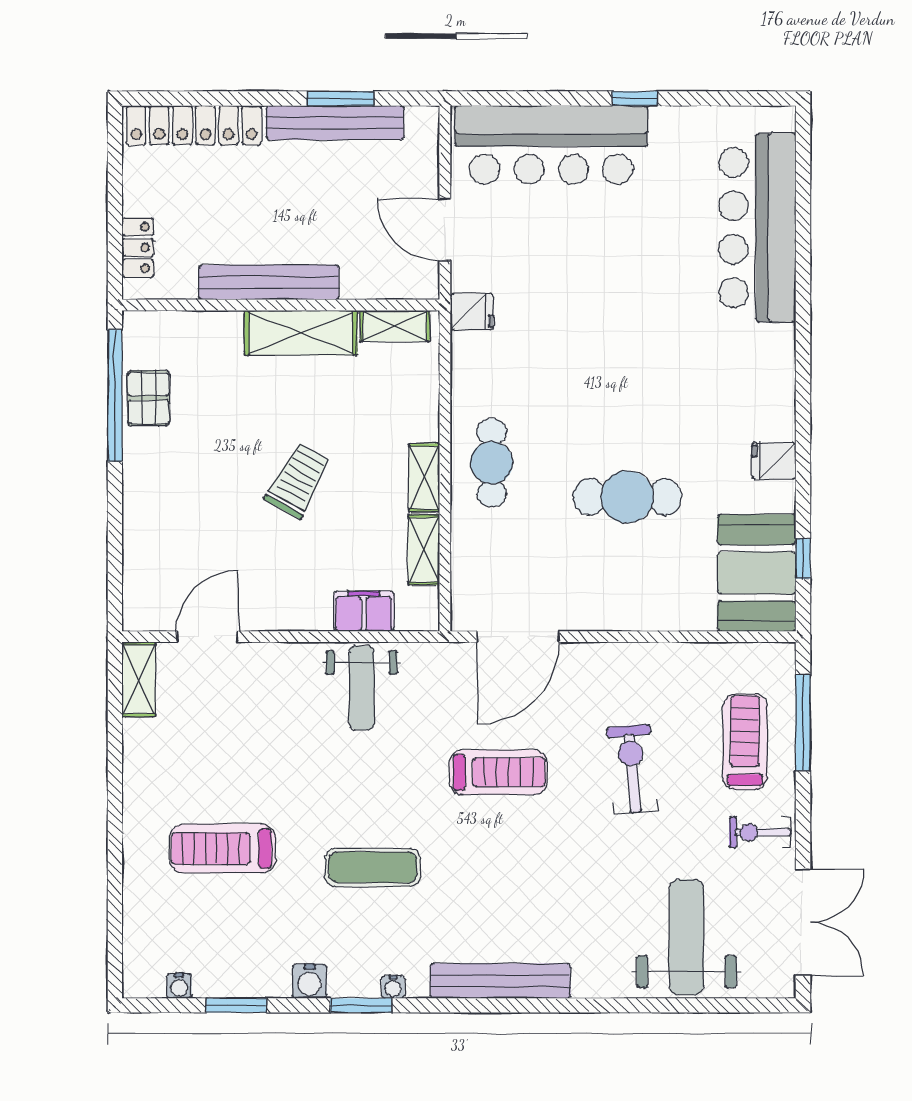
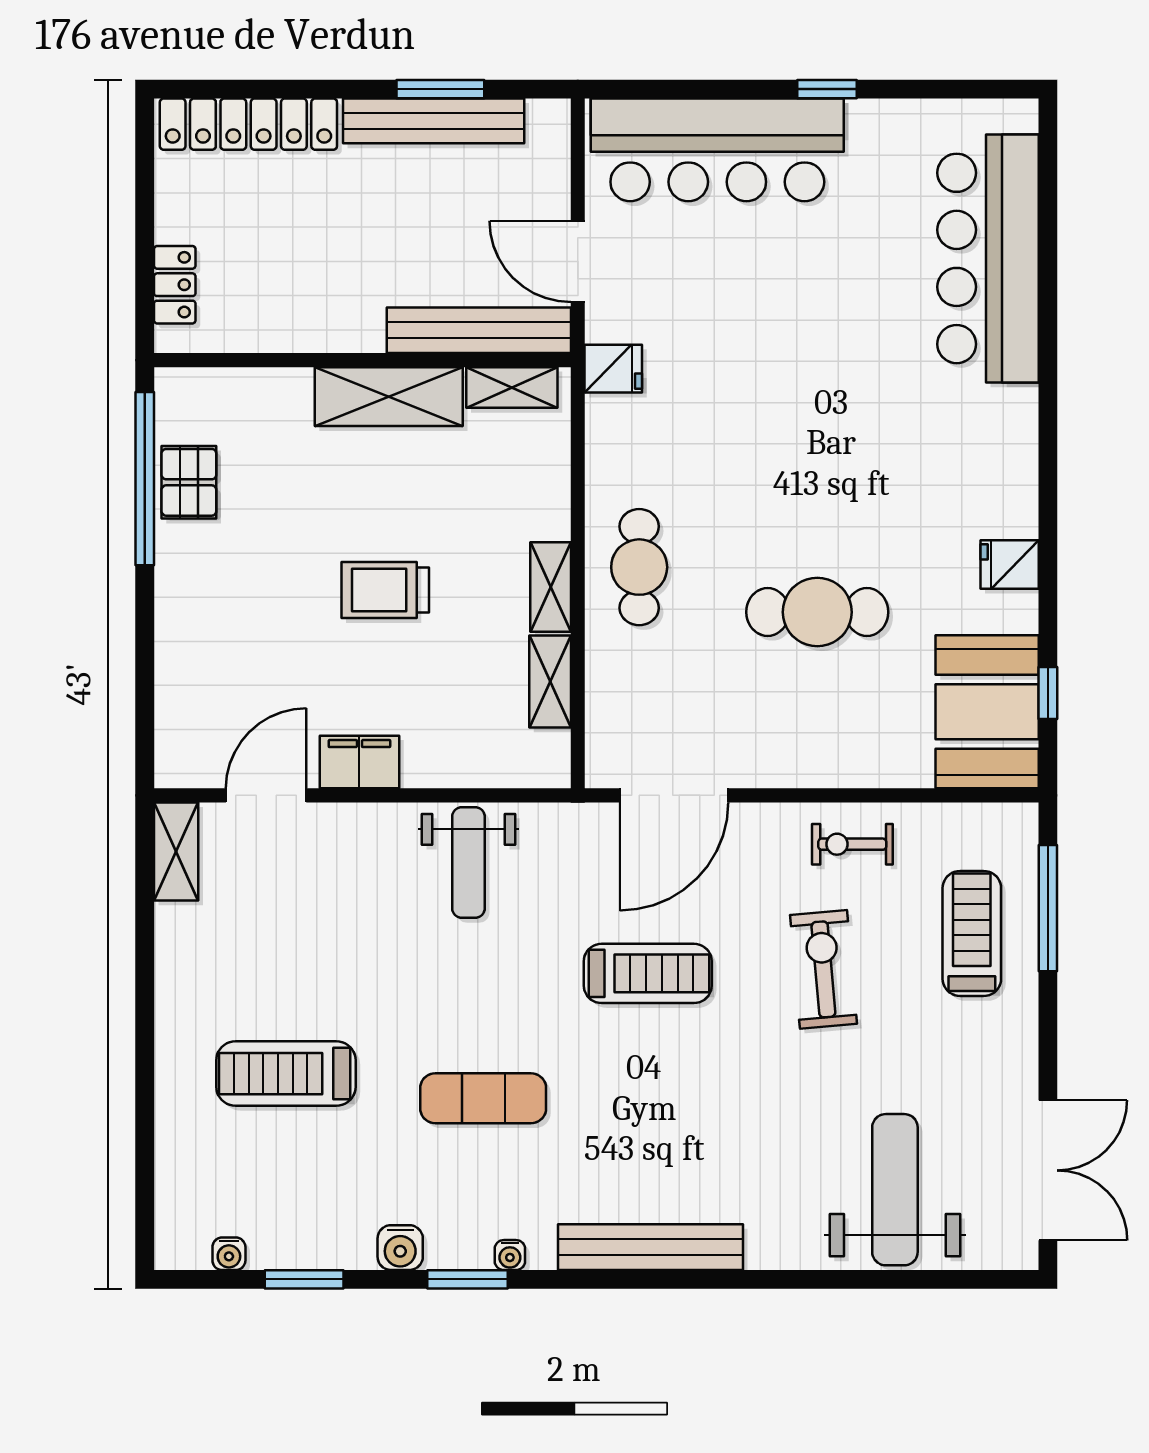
bench: (269, 282) -> (479, 330), moved
trolley: (298, 480) -> (385, 590), turned -119
filing cabinet: (364, 611) -> (359, 762), moved
exercise bike: (760, 832) -> (852, 844), moved

